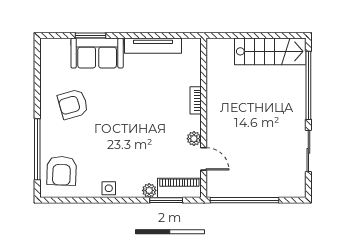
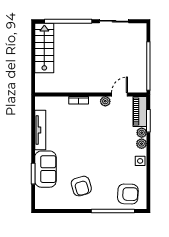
plant: (134, 190) -> (142, 144), added

